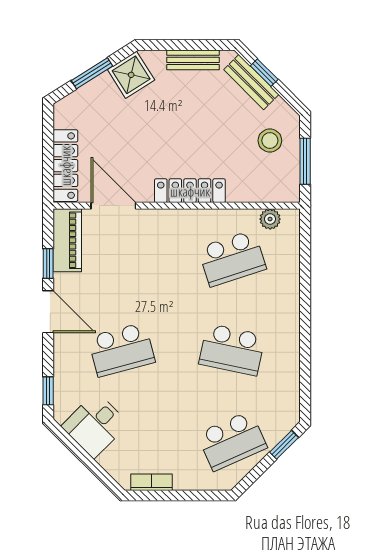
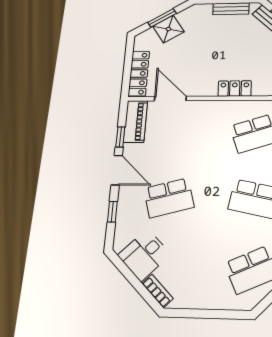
shower: (131, 75) -> (168, 29), moved
locker: (190, 191) -> (235, 88), width x0.66
window: (48, 391) -> (112, 212), moved
bookcase: (151, 482) -> (157, 291), moved, turned 45

